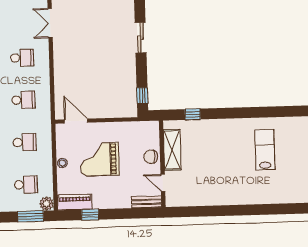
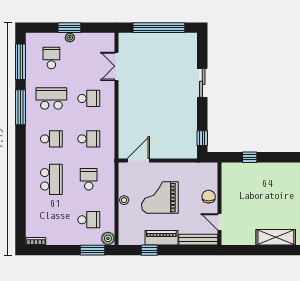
door: (76, 121) -> (138, 161), hinge flipped
school desk: (25, 142) -> (89, 179), turned -90
shelving: (172, 150) -> (276, 237), moved, turned 90
chair: (151, 157) -> (209, 197), turned 90
piano: (75, 202) -> (161, 238), moved
bench: (147, 202) -> (198, 240), width x1.36

